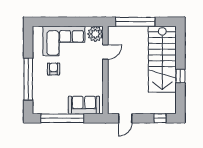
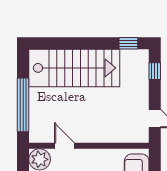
window: (180, 76) -> (128, 43), moved

